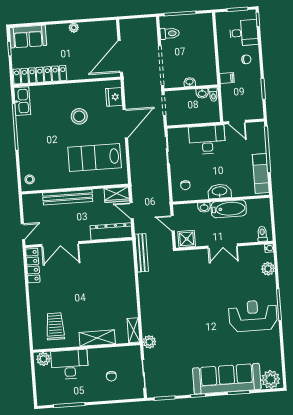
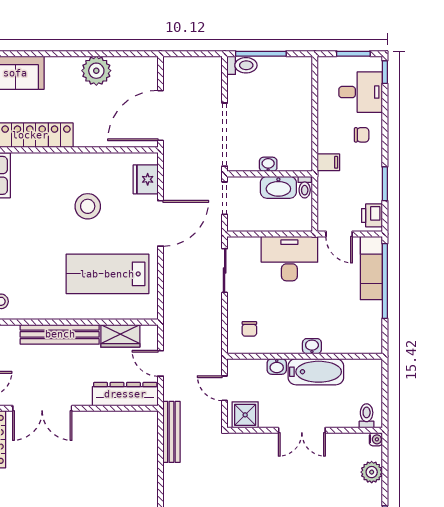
plant: (74, 28) -> (96, 71), width x1.87, depth x1.87
toilet: (170, 33) -> (242, 65), moved
washbasin: (202, 93) -> (278, 187), width x1.91, depth x1.45
printer: (256, 109) -> (372, 215), added
exam couch: (261, 174) -> (371, 268), moved
washbasin: (220, 191) -> (312, 346), width x0.52, depth x0.69
wardrobe: (117, 195) -> (120, 336), moved

